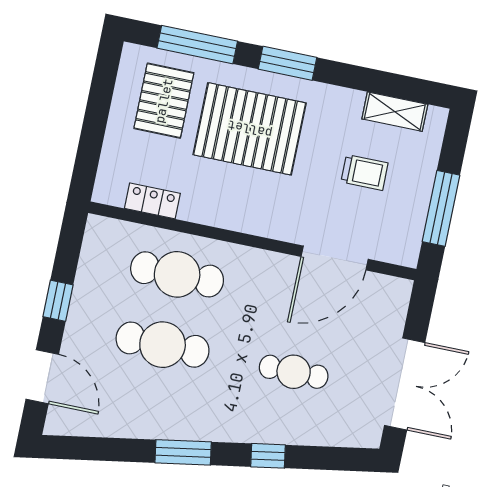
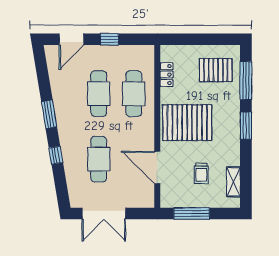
pallet: (250, 129) -> (187, 123), moved, turned 90
cafe table: (294, 372) -> (99, 159), width x1.37, depth x1.35

